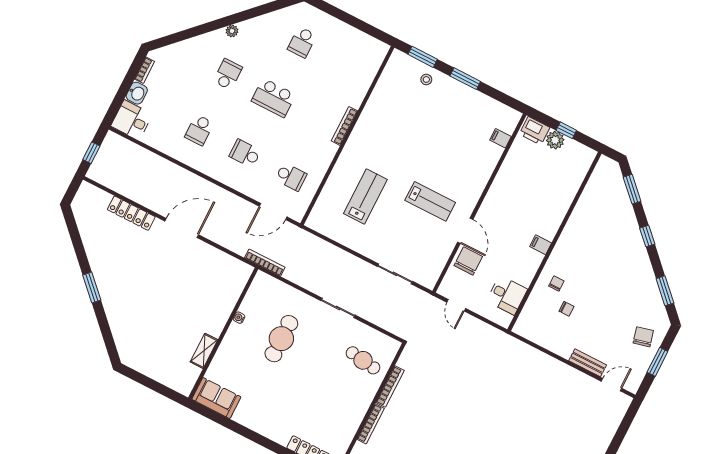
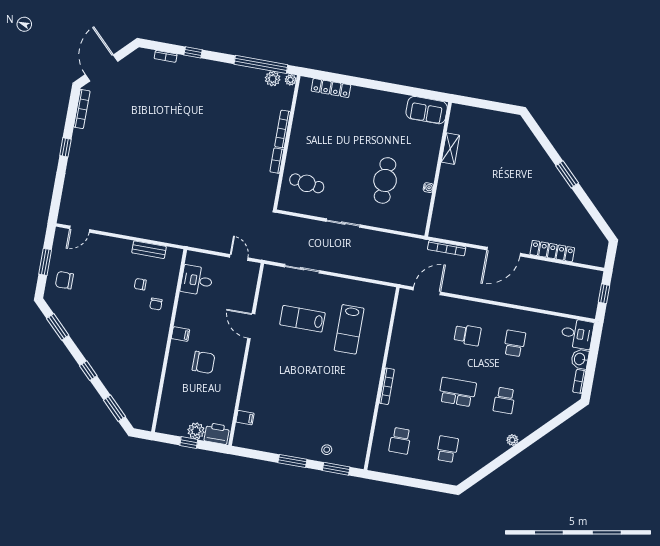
school desk: (291, 177) -> (400, 441), moved, turned -90
lab bench: (430, 201) -> (302, 319), moved
chair: (468, 261) -> (204, 362), moved, turned -90
bookcase: (265, 263) -> (447, 248), moved
chair: (643, 337) -> (64, 280), turned 104
bench: (588, 363) -> (149, 250), moved
bookcase: (390, 387) -> (277, 161), width x0.64

